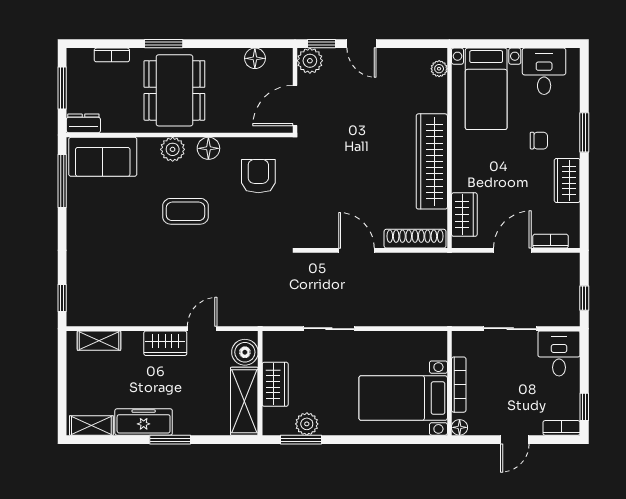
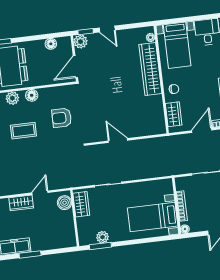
chair: (539, 141) -> (174, 89), moved
wardrobe: (432, 161) -> (150, 69), moved
armchair: (258, 176) -> (62, 118), moved, turned -90
shoe rack: (415, 239) -> (149, 130), removed
wardrobe: (275, 384) -> (81, 204), moved
shelving: (244, 401) -> (67, 229), removed

